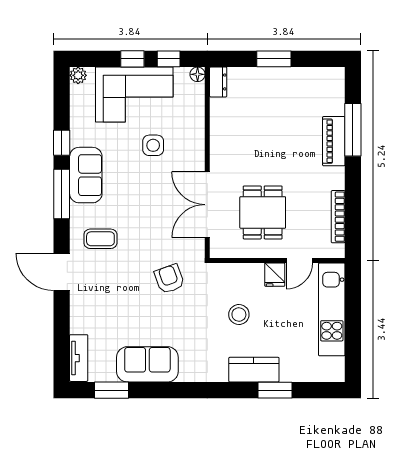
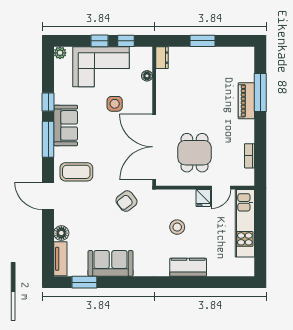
floor lamp: (198, 74) -> (147, 76), moved
double door: (207, 205) -> (154, 147), width x1.36
bookcase: (338, 217) -> (250, 156), width x0.64
coffee table: (100, 239) -> (76, 172), width x1.36, depth x1.30
armchair: (169, 279) -> (126, 201), turned -108
floor lamp: (80, 323) -> (61, 233), added
window: (275, 390) -> (203, 282), removed

